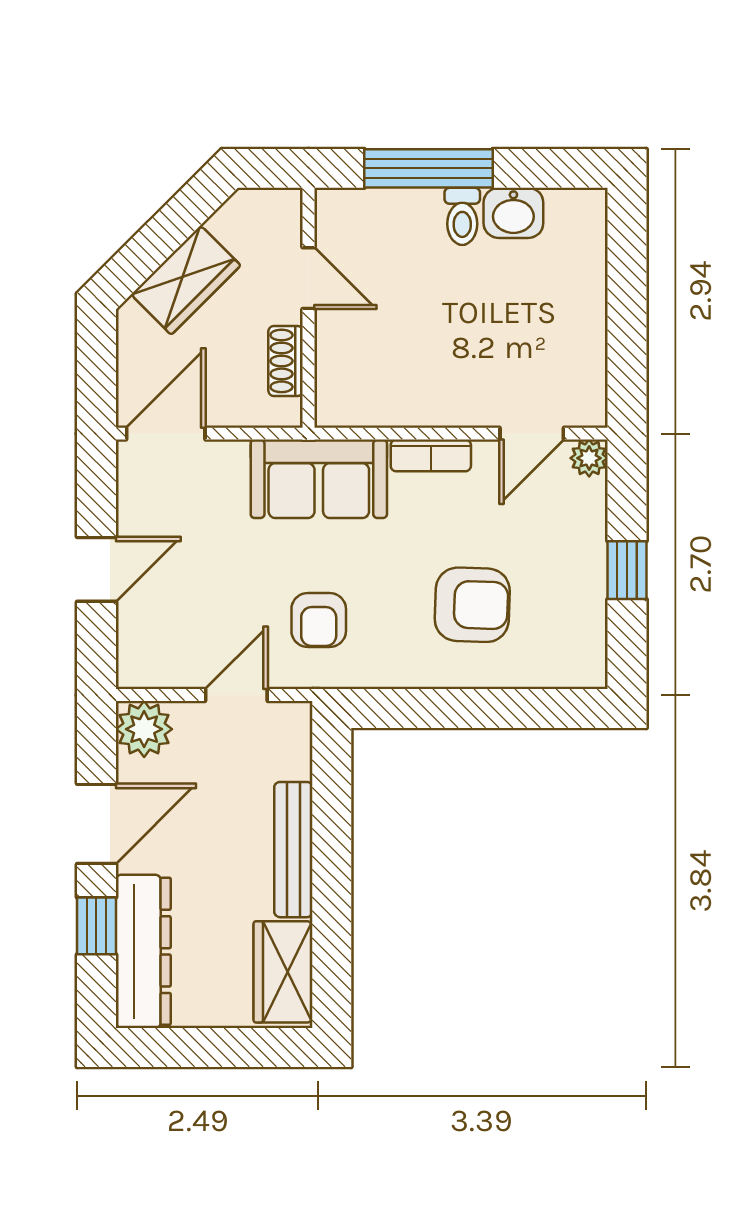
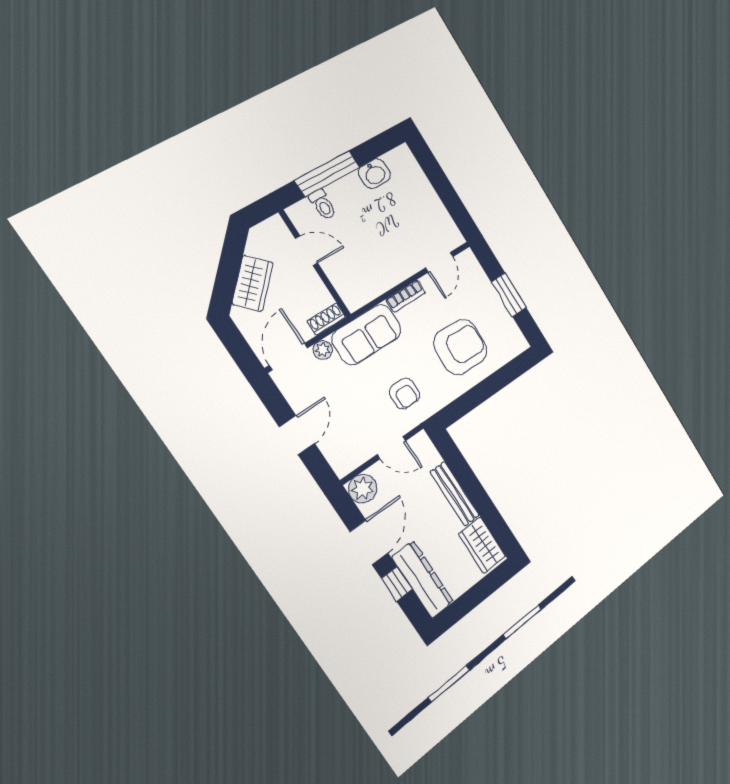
toilet: (462, 216) -> (323, 205), moved
shoe rack: (286, 361) -> (326, 319), moved, turned 90
plant: (589, 458) -> (323, 350), moved
window: (627, 570) -> (509, 295), width x1.50
armchair: (472, 605) -> (460, 347), width x1.36, depth x1.36
door: (236, 695) -> (391, 448), swing flipped

